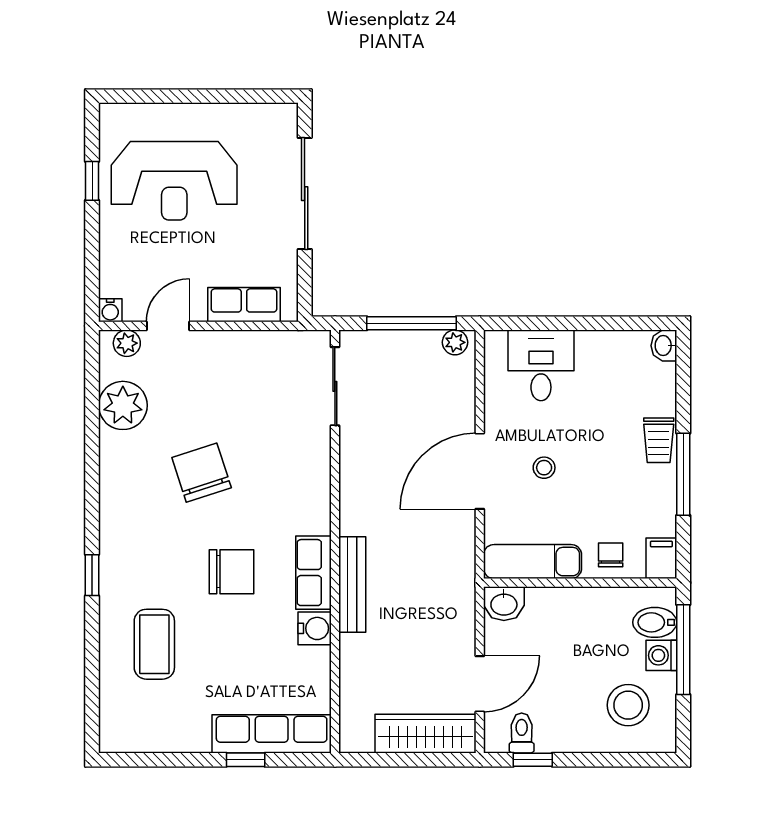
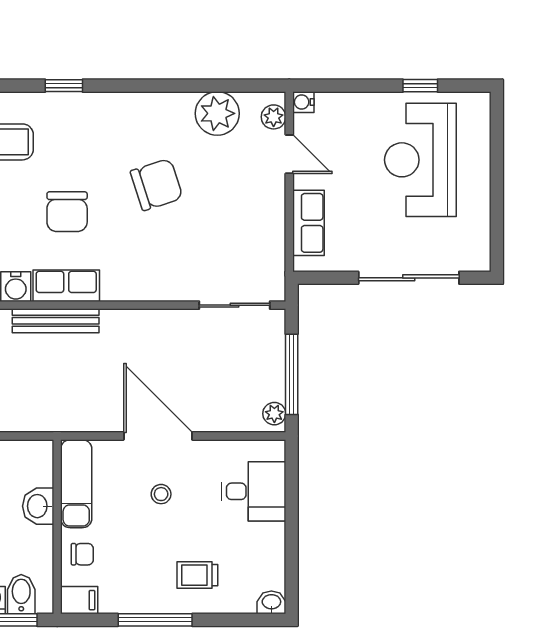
trolley: (659, 440) -> (197, 575), moved
washbasin: (504, 604) -> (38, 506), moved

